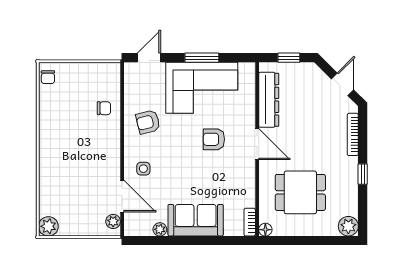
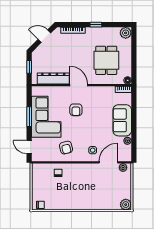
door: (257, 144) -> (79, 85), hinge flipped

